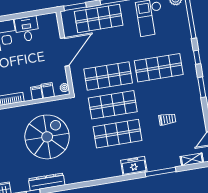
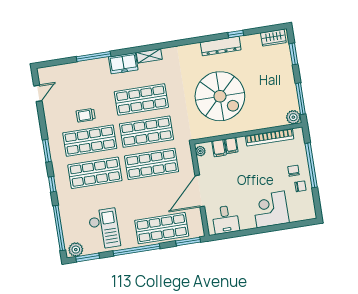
desk: (27, 29) -> (226, 220), moved
shop shelf: (163, 97) -> (90, 141), added
spiral stairs: (47, 137) -> (220, 96), turned -90
shelving: (192, 159) -> (149, 56), moved

